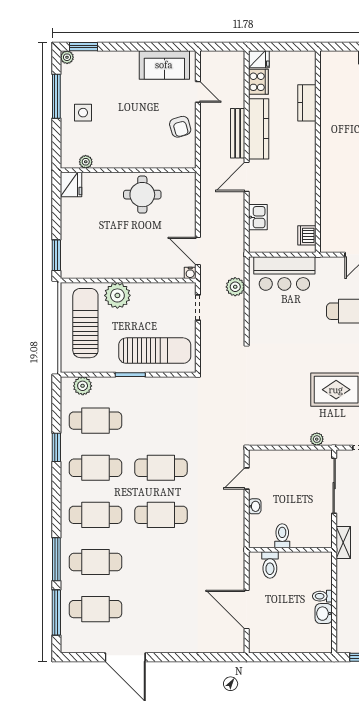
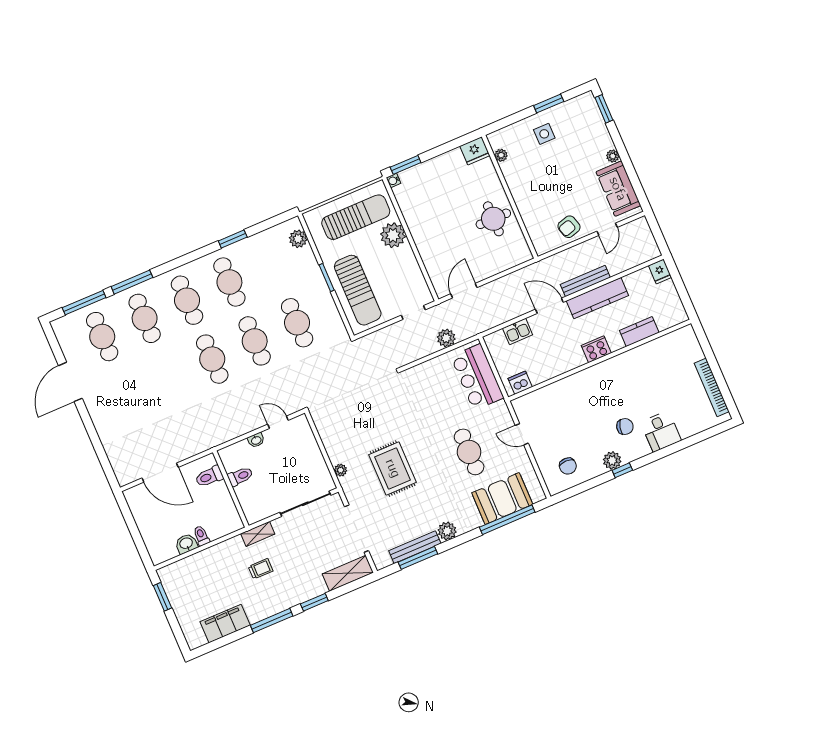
plant: (67, 57) -> (613, 156), moved
cooker: (258, 82) -> (596, 349), moved, turned 180
window: (56, 96) -> (549, 104), width x0.69
water cooler: (190, 273) -> (394, 180), moved
cafe table: (95, 421) -> (297, 323), moved
door: (247, 610) -> (160, 473), swing flipped

